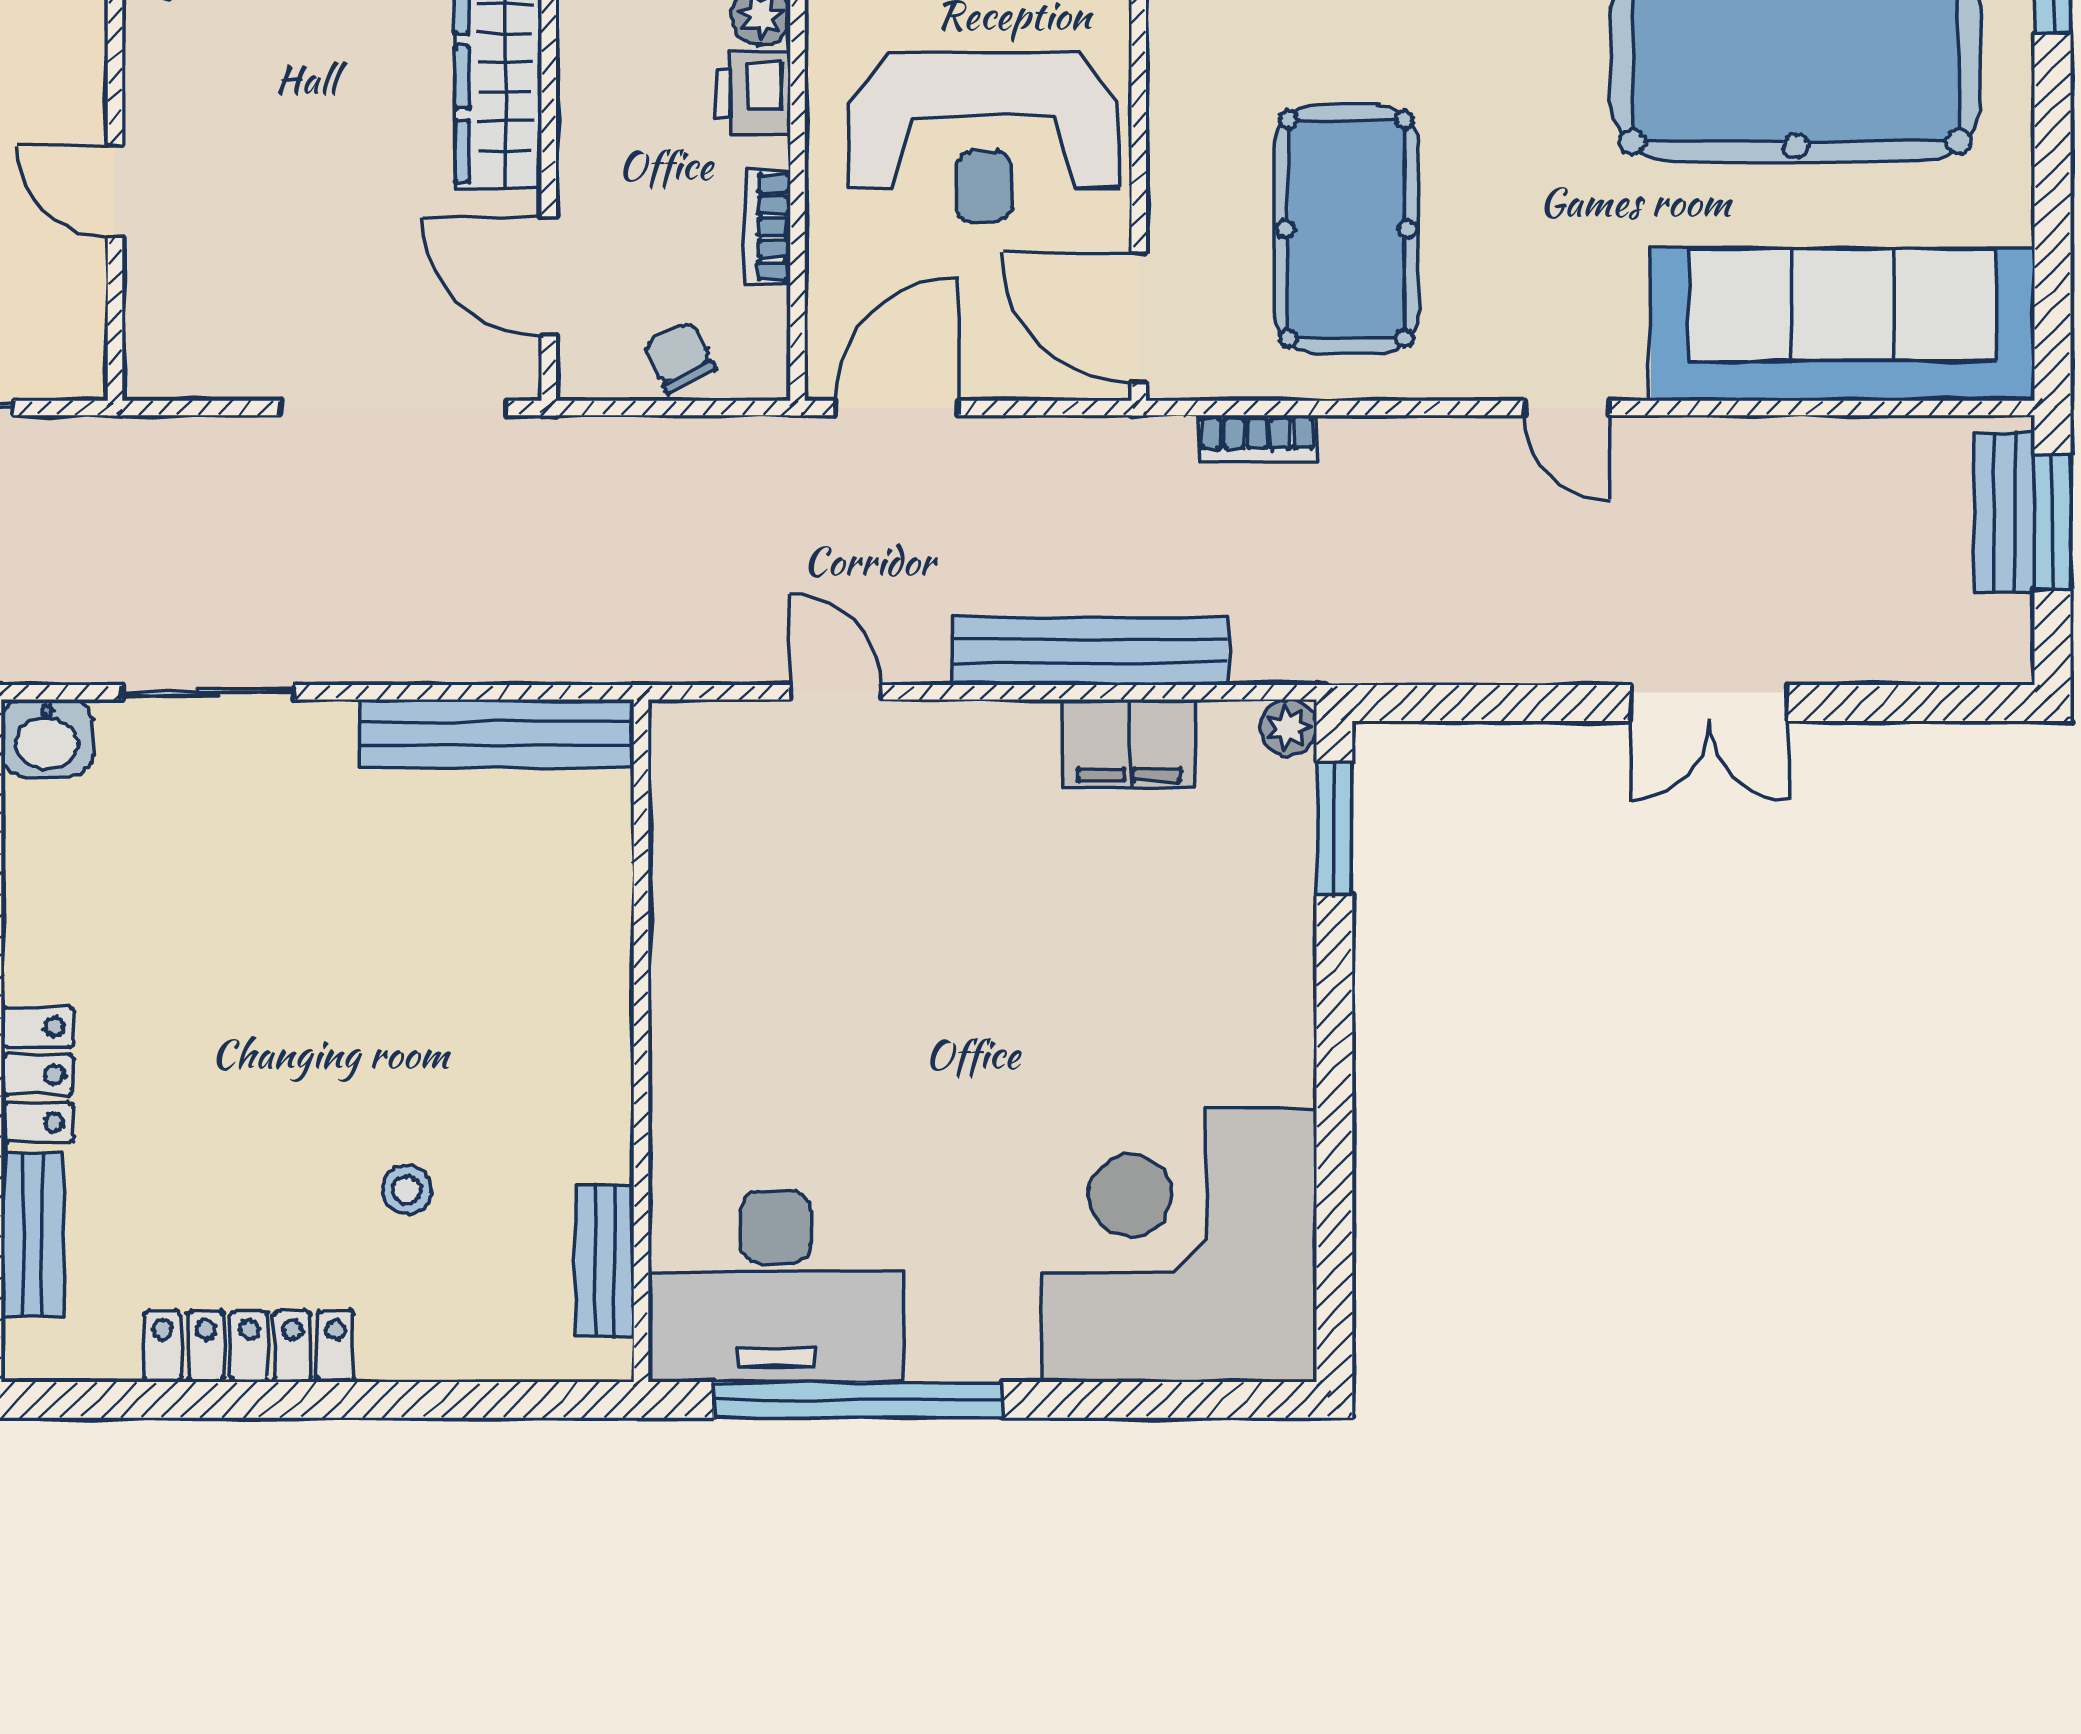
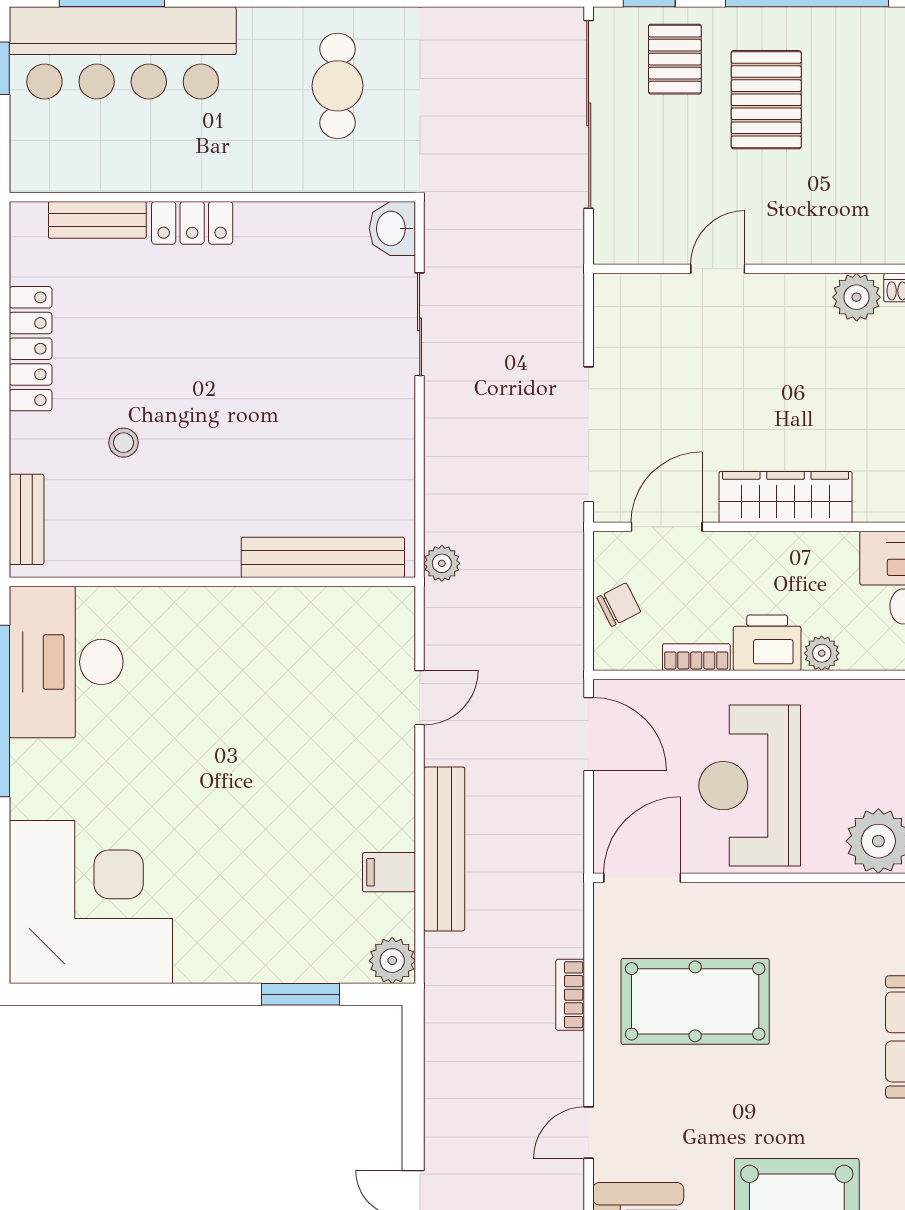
printer: (753, 93) -> (767, 643), width x1.36, depth x1.24
bookcase: (1257, 439) -> (570, 995), moved
plant: (610, 655) -> (442, 563), added
plant: (1288, 728) -> (392, 961), width x1.38, depth x1.38
bench: (496, 734) -> (323, 557), moved, turned 90
filing cabinet: (1129, 744) -> (389, 872), width x0.50
window: (1334, 829) -> (300, 994), moved
bench: (605, 1261) -> (27, 519), moved, turned 90

